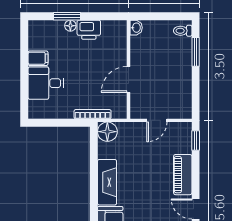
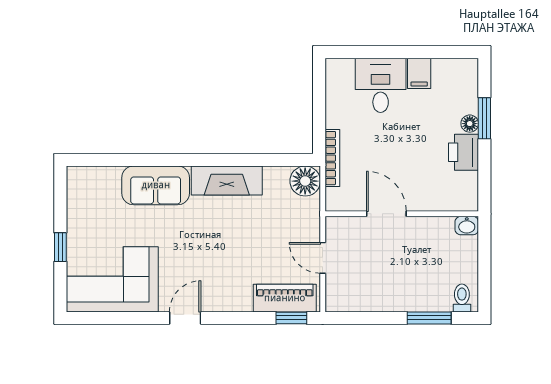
piano: (183, 175) -> (285, 298), moved

